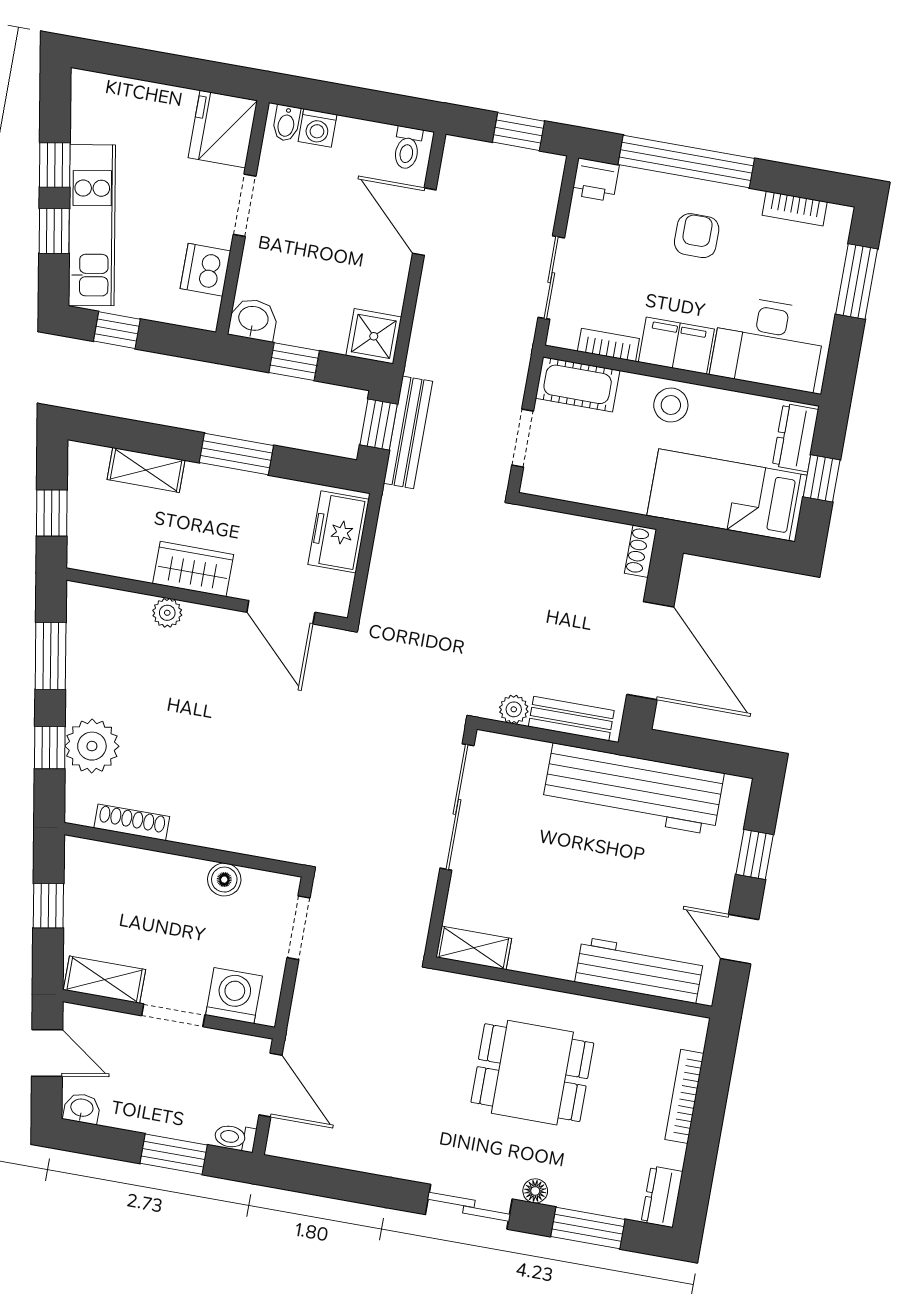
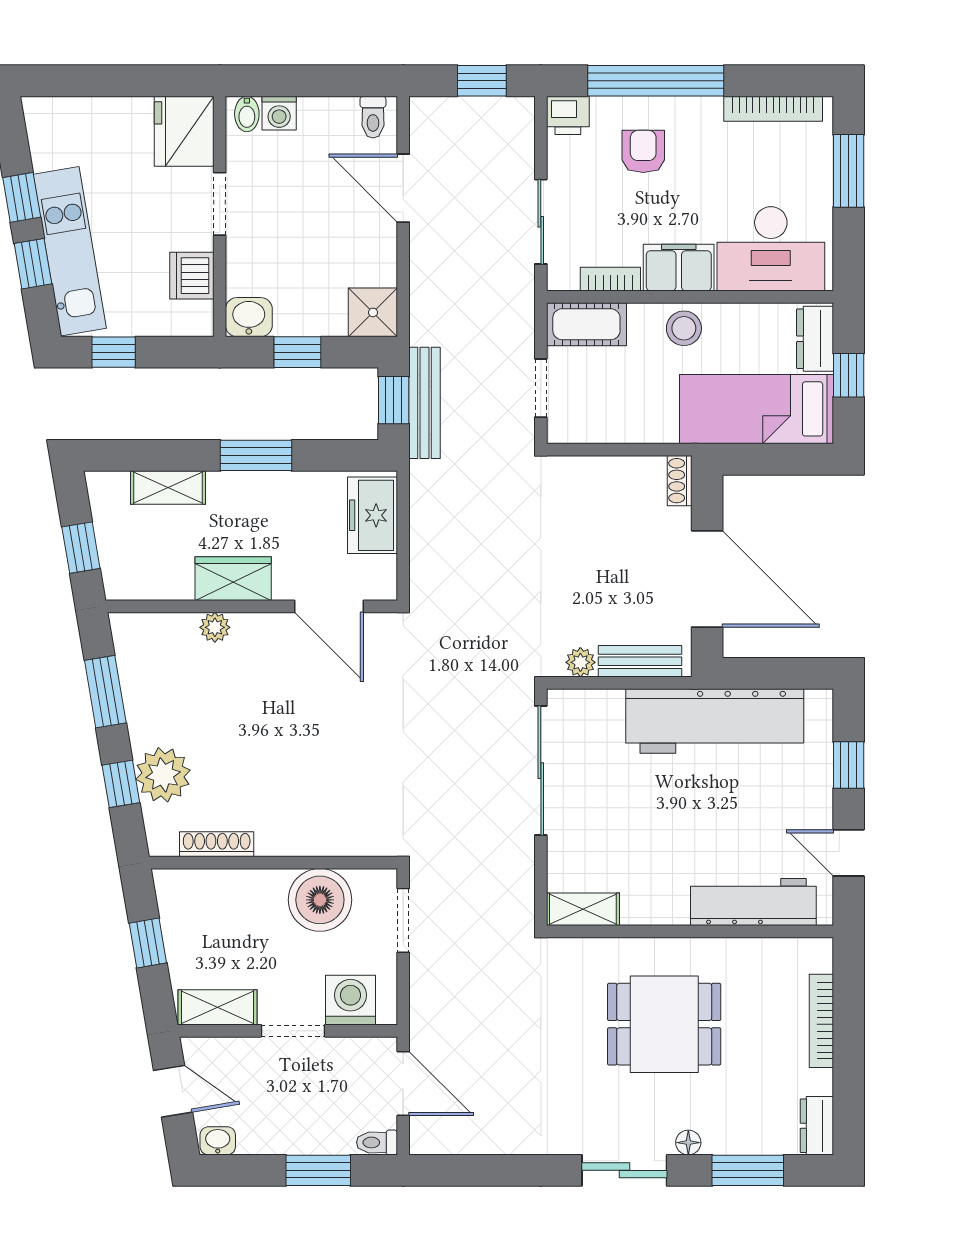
bookcase: (795, 209) -> (773, 109), width x1.56
armchair: (697, 236) -> (643, 151), moved
boiler: (224, 880) -> (320, 900), width x1.86, depth x1.86

